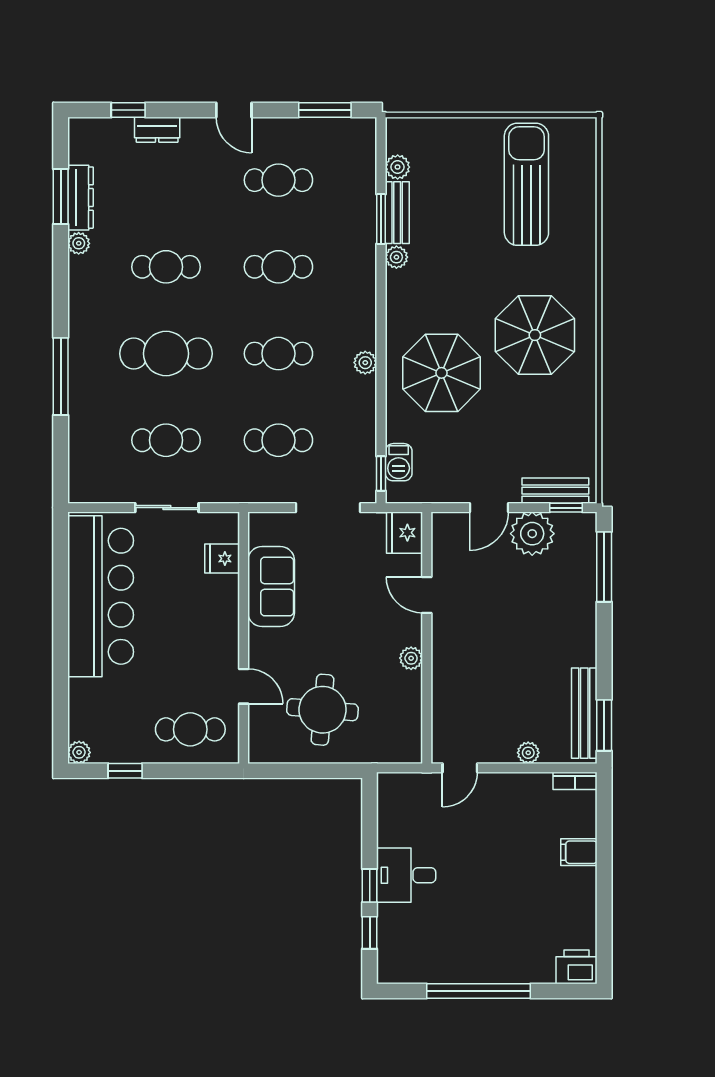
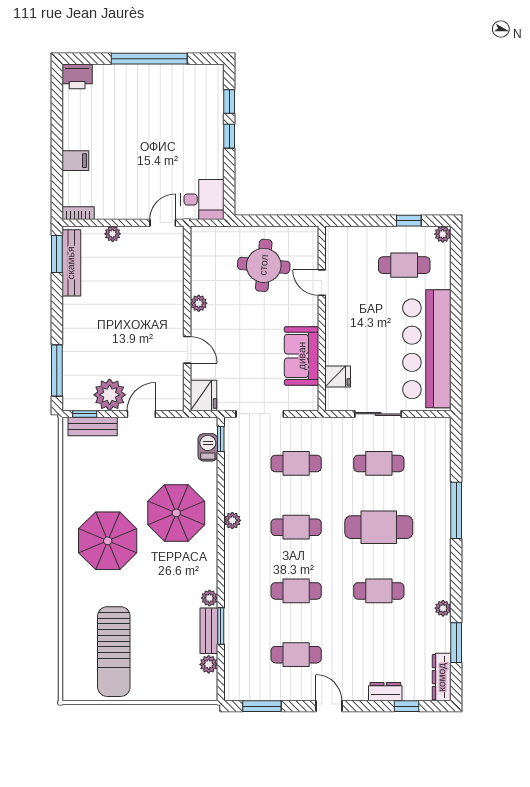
dresser: (80, 198) -> (442, 677), moved
cafe table: (190, 729) -> (404, 265), moved
desk: (406, 875) -> (202, 199), moved

